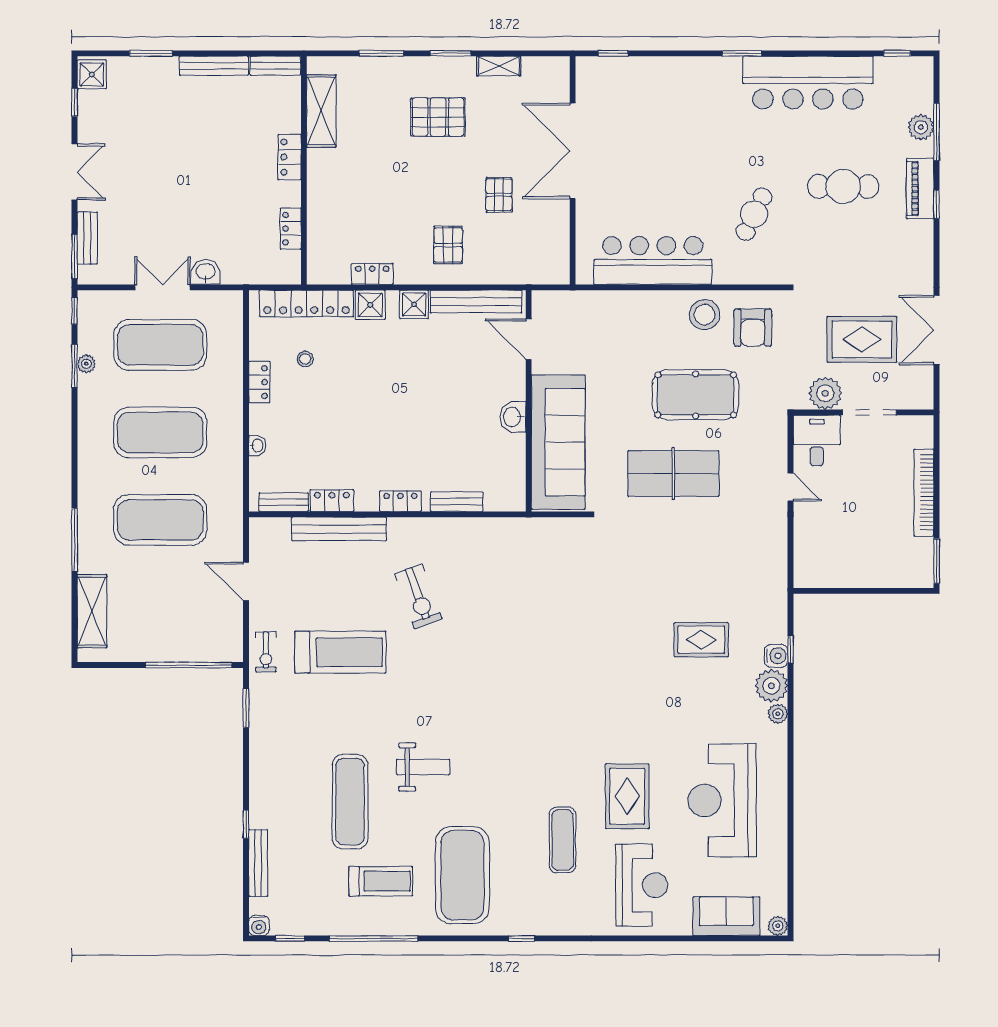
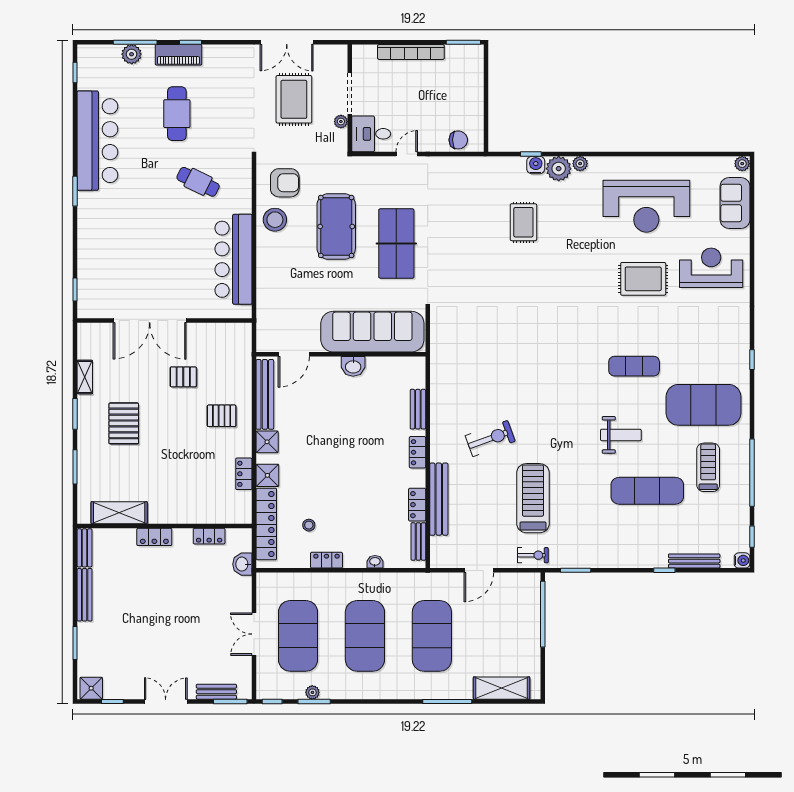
washbasin: (206, 272) -> (242, 564), moved
plant: (825, 393) -> (341, 122), width x0.53, depth x0.53
chair: (809, 554) -> (458, 140), added
weight bench: (423, 767) -> (621, 435), turned 90
exercise mat: (563, 840) -> (634, 366), moved

